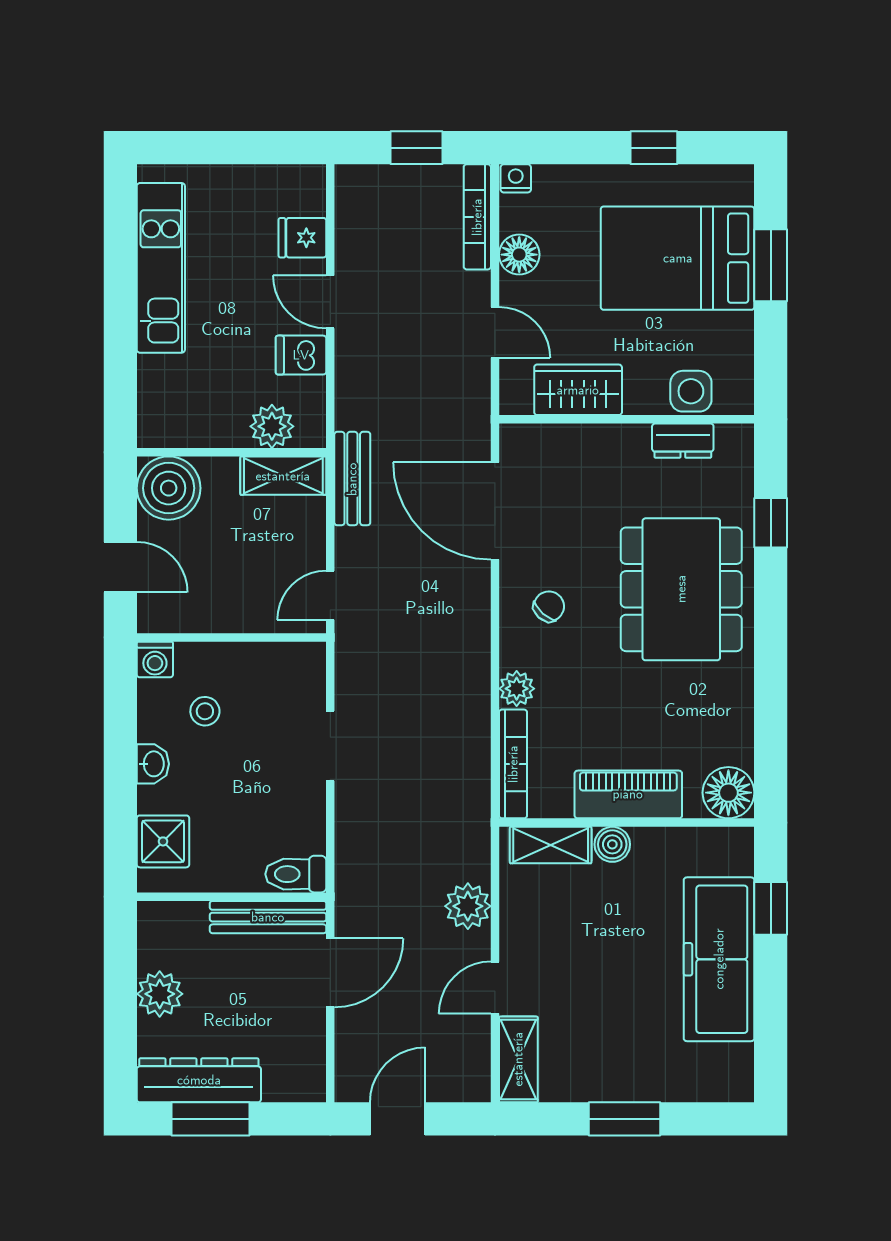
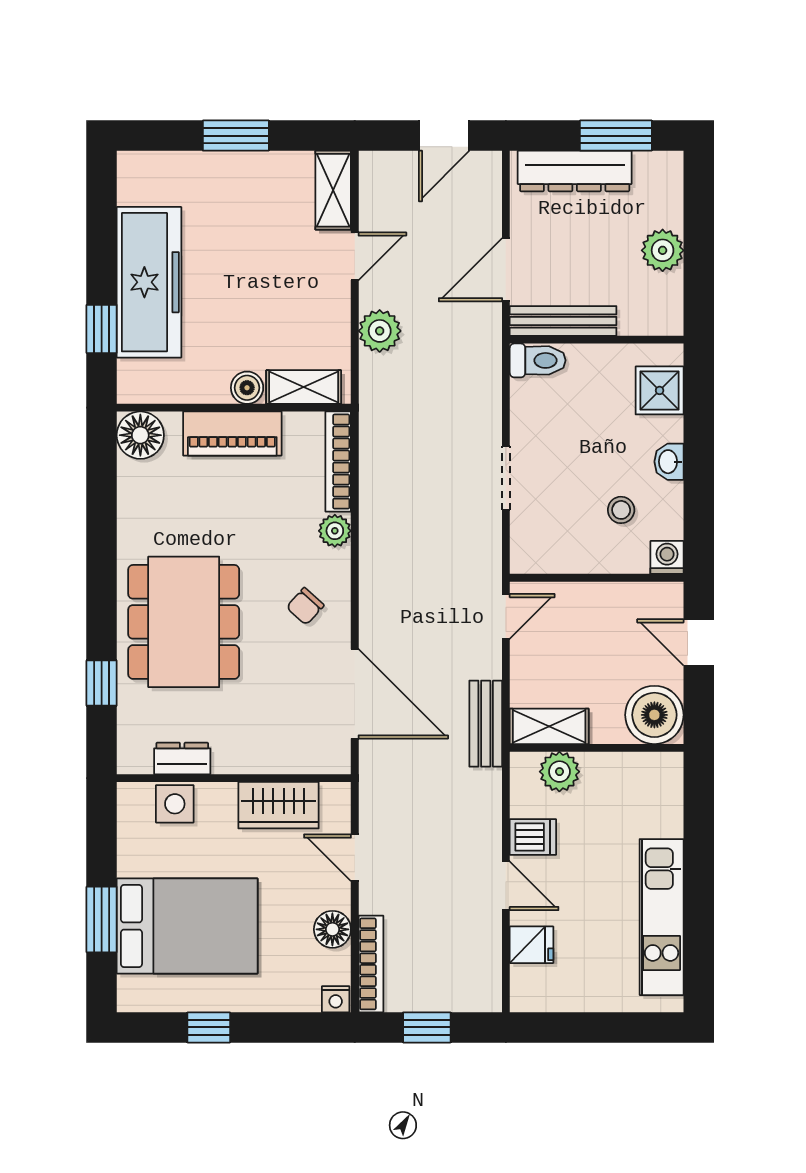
dresser: (199, 1080) -> (575, 171), moved

